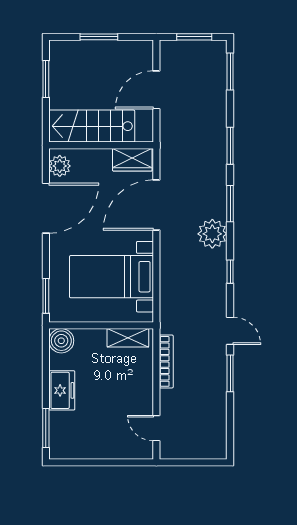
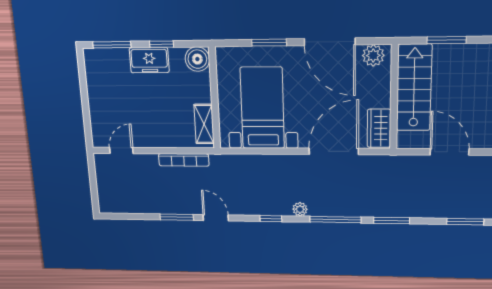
window: (46, 79) -> (447, 40), moved
window: (230, 204) -> (335, 220), width x1.44
door: (156, 205) -> (334, 151), hinge flipped
plant: (212, 234) -> (300, 209), width x0.53, depth x0.53
window: (46, 296) -> (269, 43), moved
door: (230, 331) -> (216, 218), swing flipped
window: (46, 376) -> (162, 44), added

